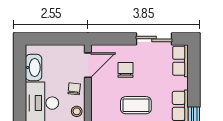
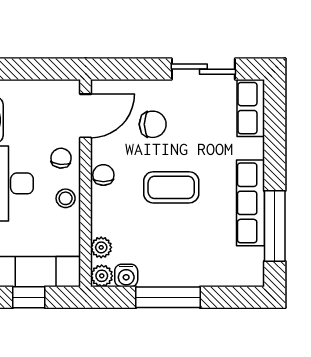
chair: (125, 70) -> (153, 124), turned 90
chair: (98, 98) -> (103, 175), added

